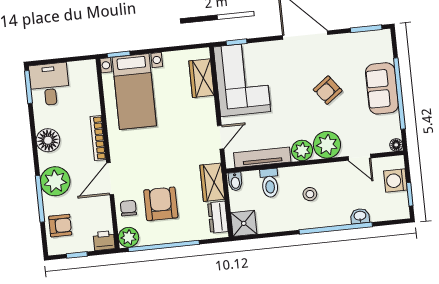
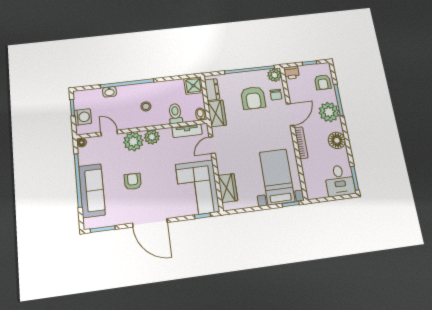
sofa: (382, 88) -> (92, 191), width x1.36
armchair: (328, 90) -> (133, 181), turned -53
tv unit: (262, 157) -> (187, 131), width x0.71
armchair: (60, 226) -> (323, 82), turned -90

